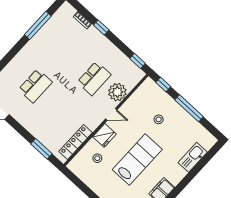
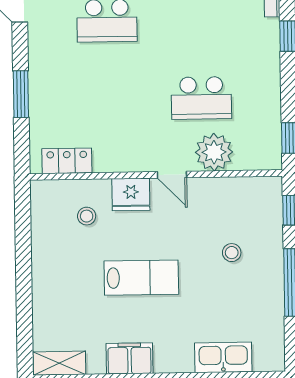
locker: (76, 142) -> (67, 161), width x0.66
window: (41, 149) -> (21, 94), moved
lab bench: (137, 159) -> (141, 278), width x0.73, depth x0.72

